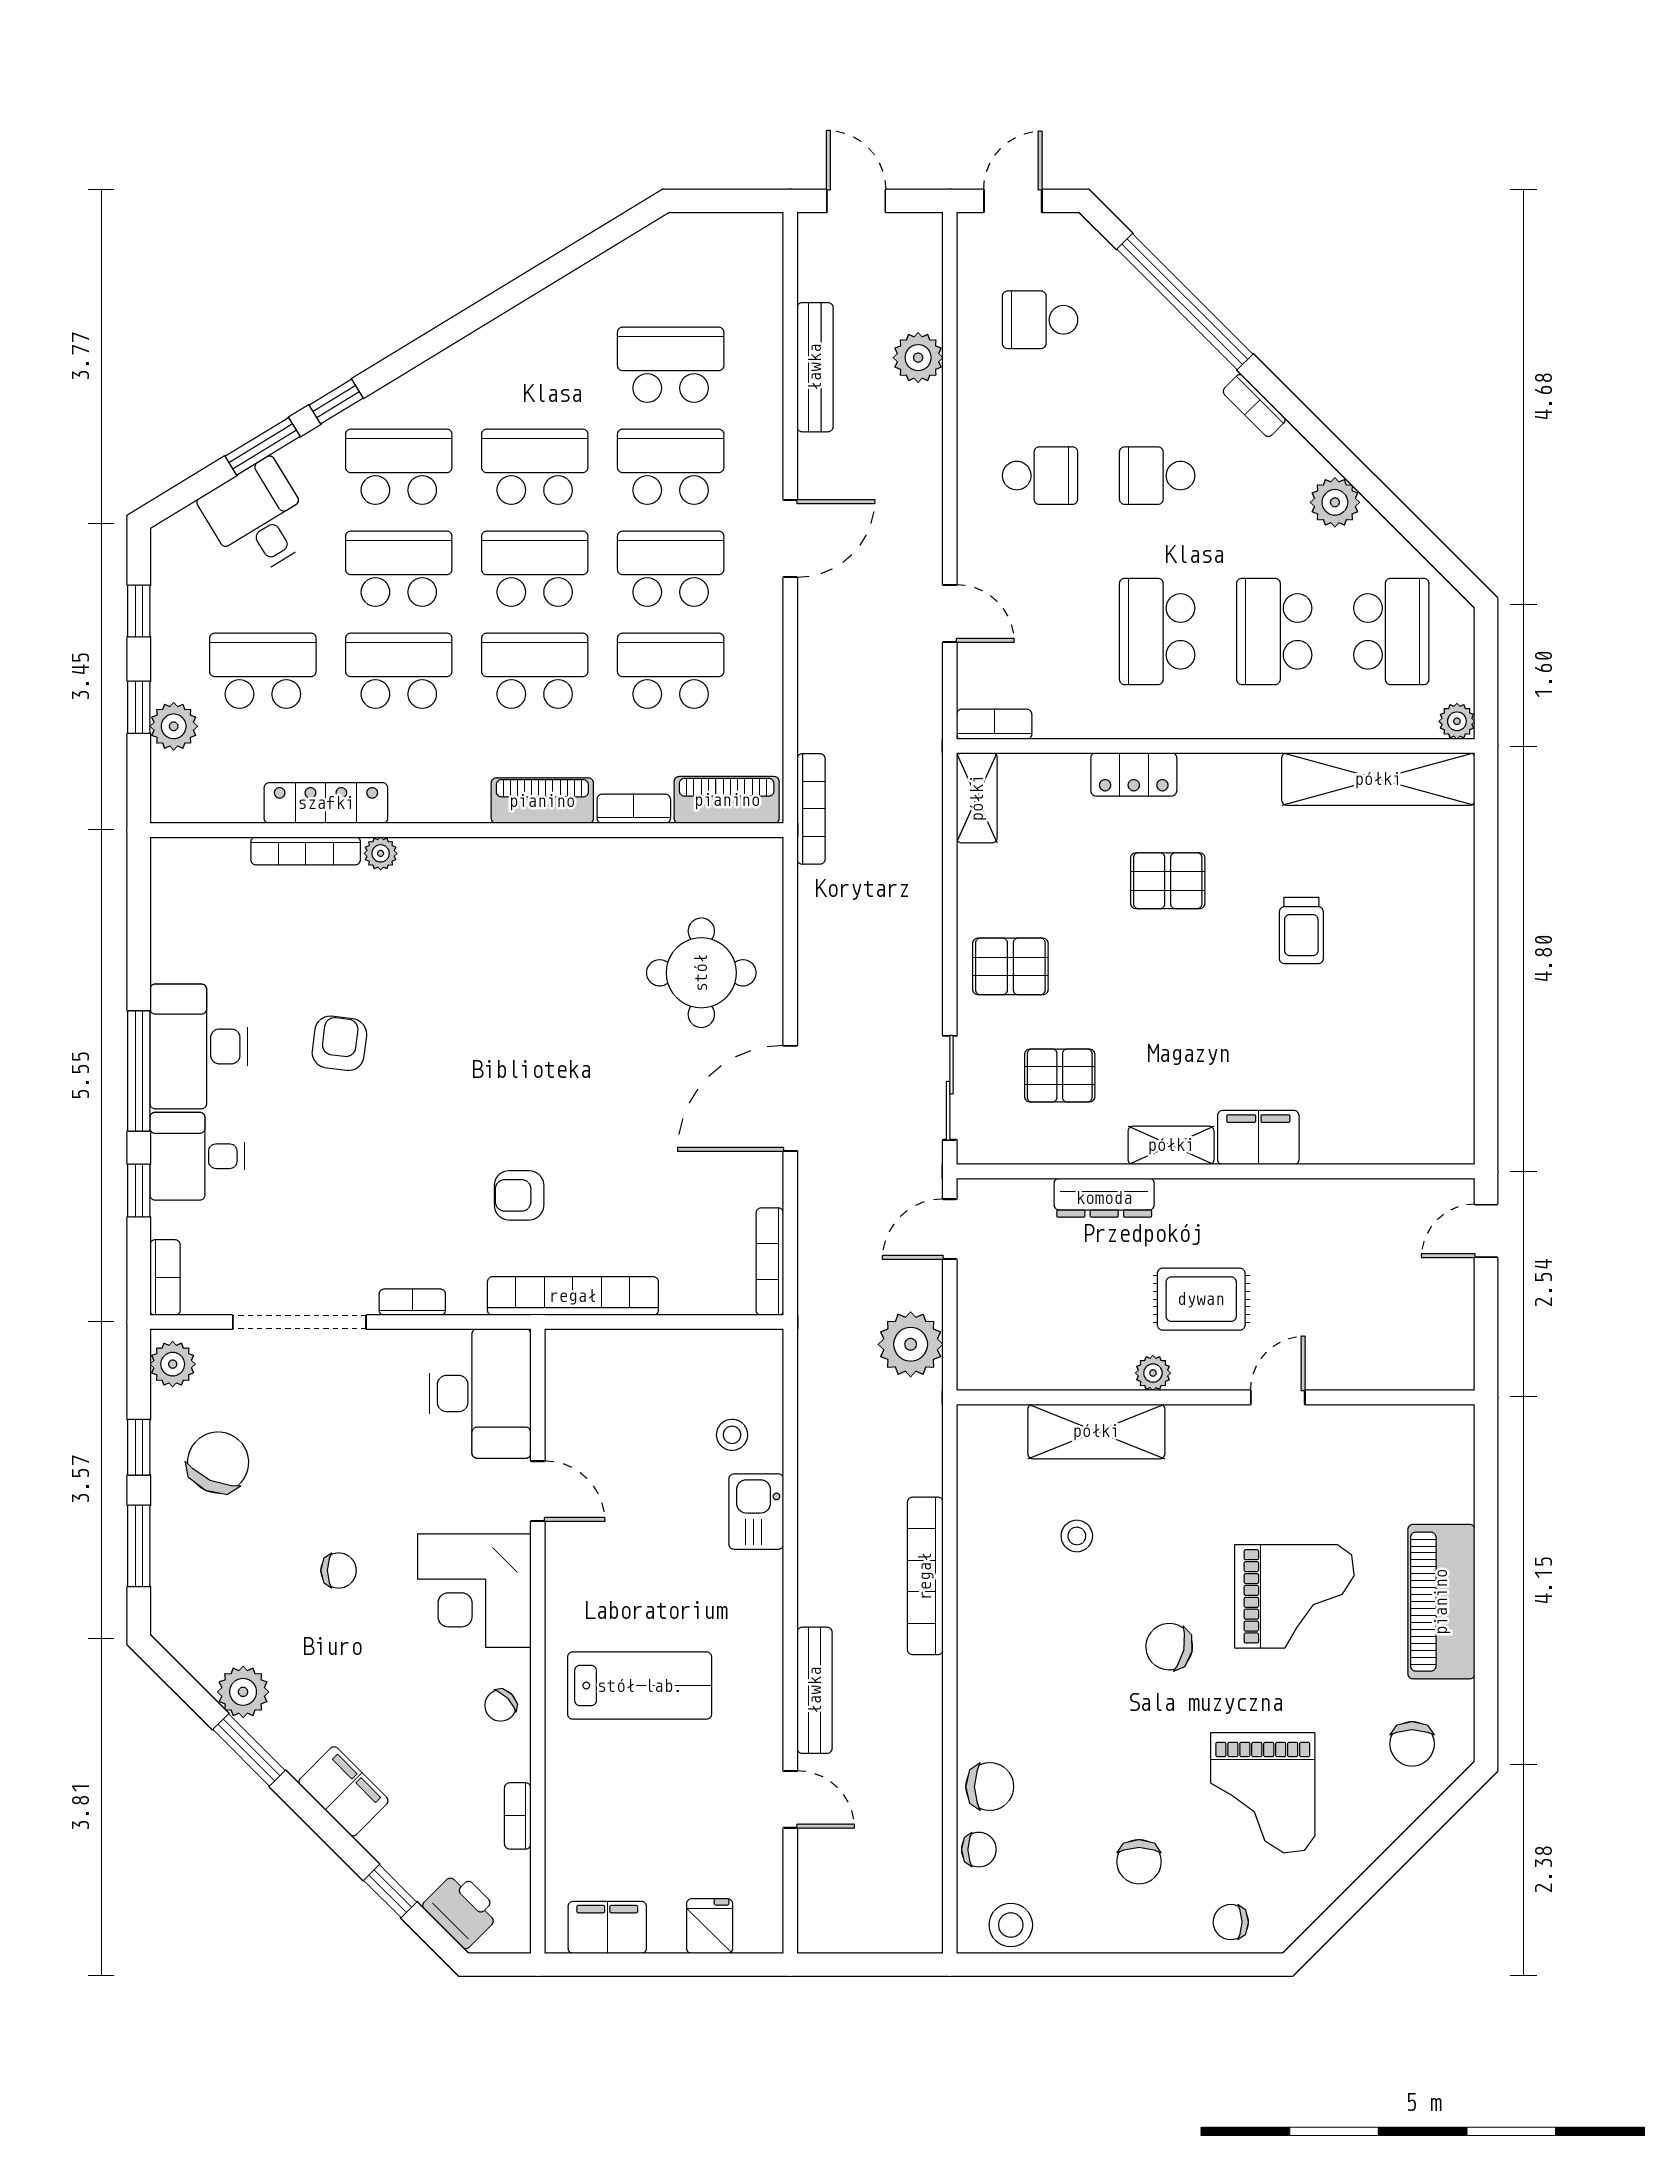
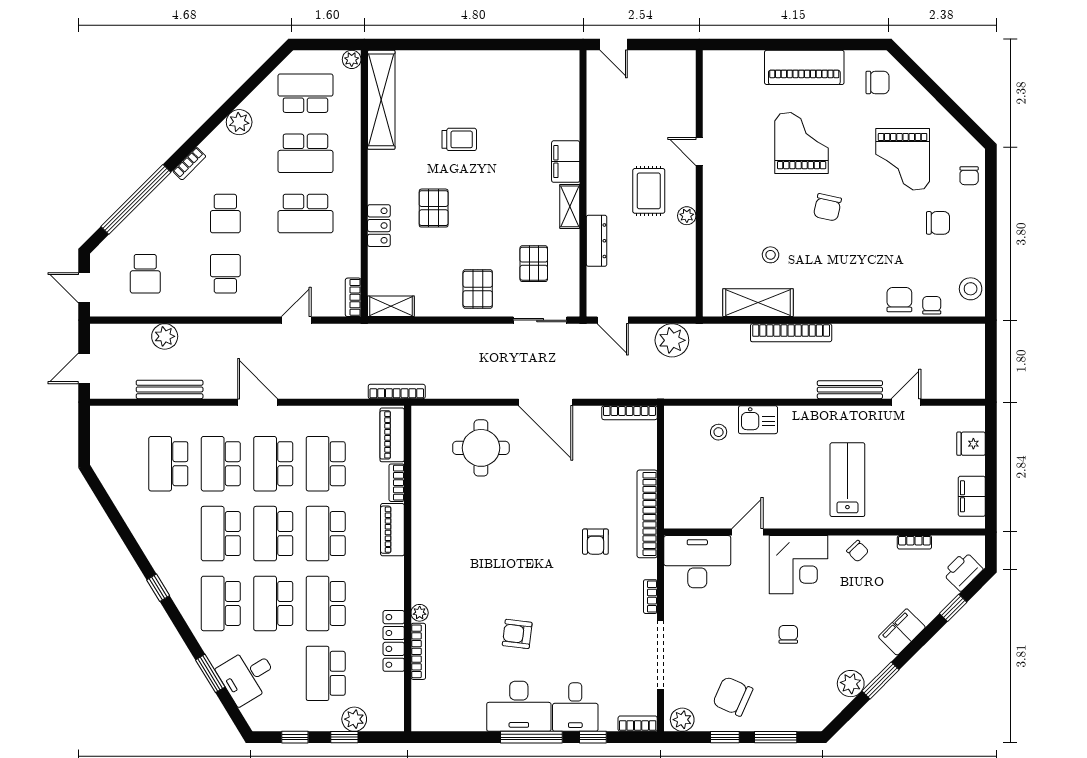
window: (336, 402) -> (158, 588), moved
shelving: (1096, 1431) -> (758, 303), moved, turned 90
grand piano: (1263, 1793) -> (903, 159), turned 90

